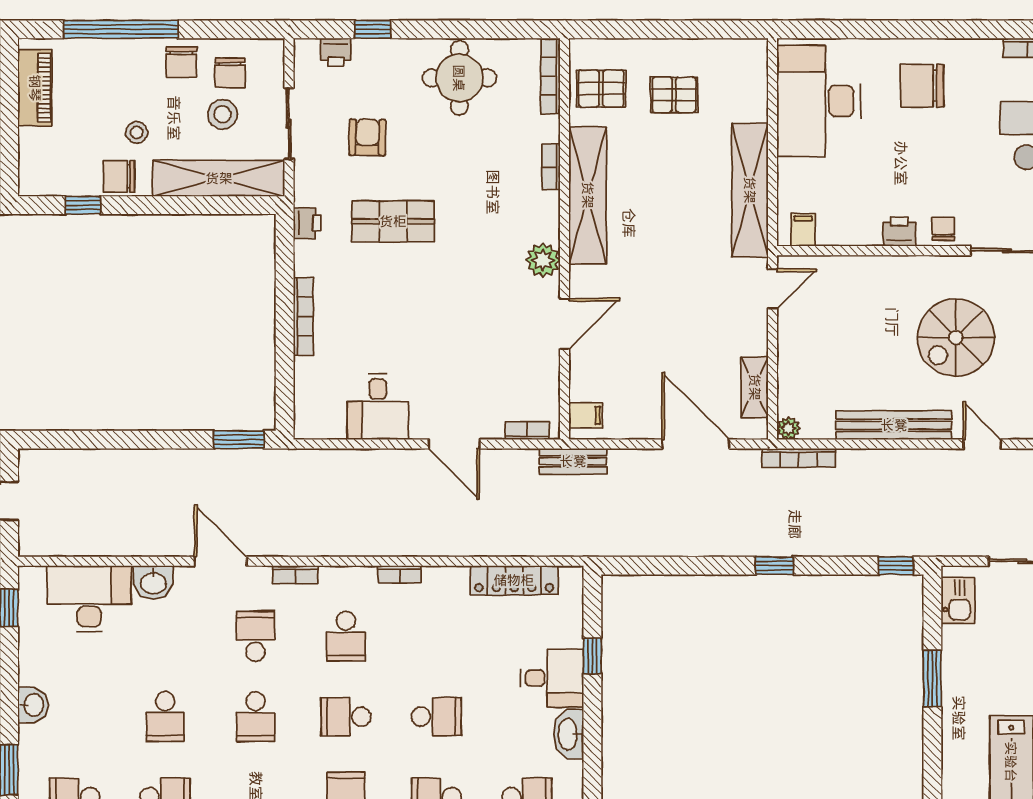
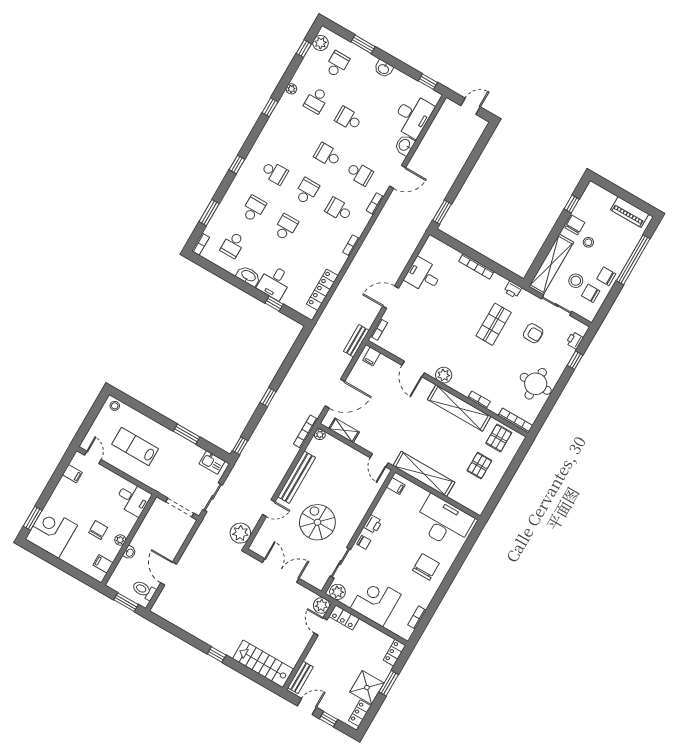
school desk: (436, 717) -> (286, 227), turned 180

